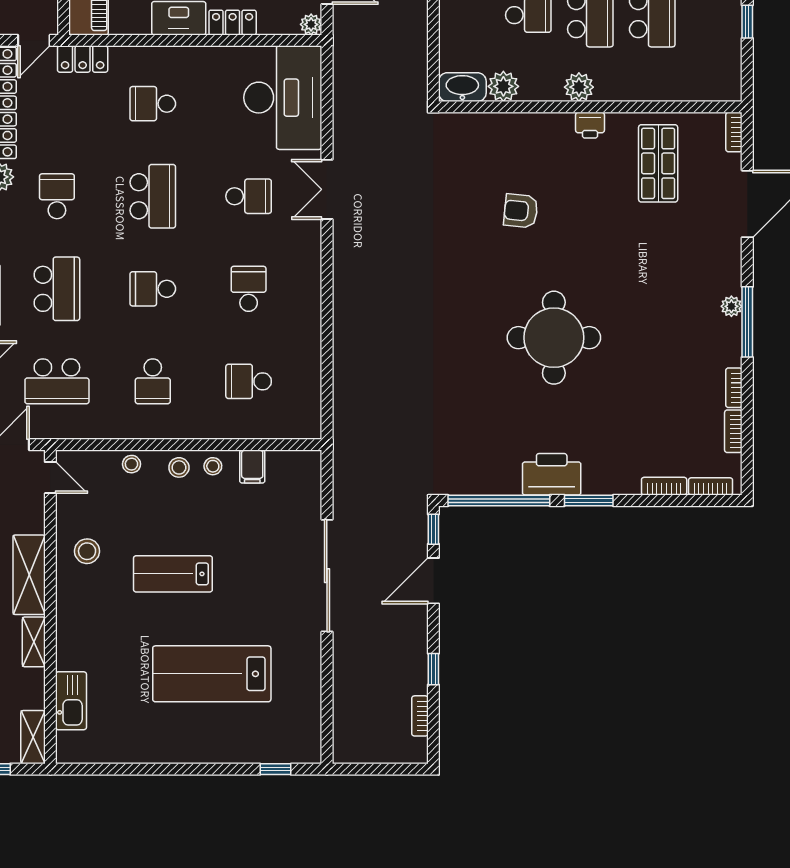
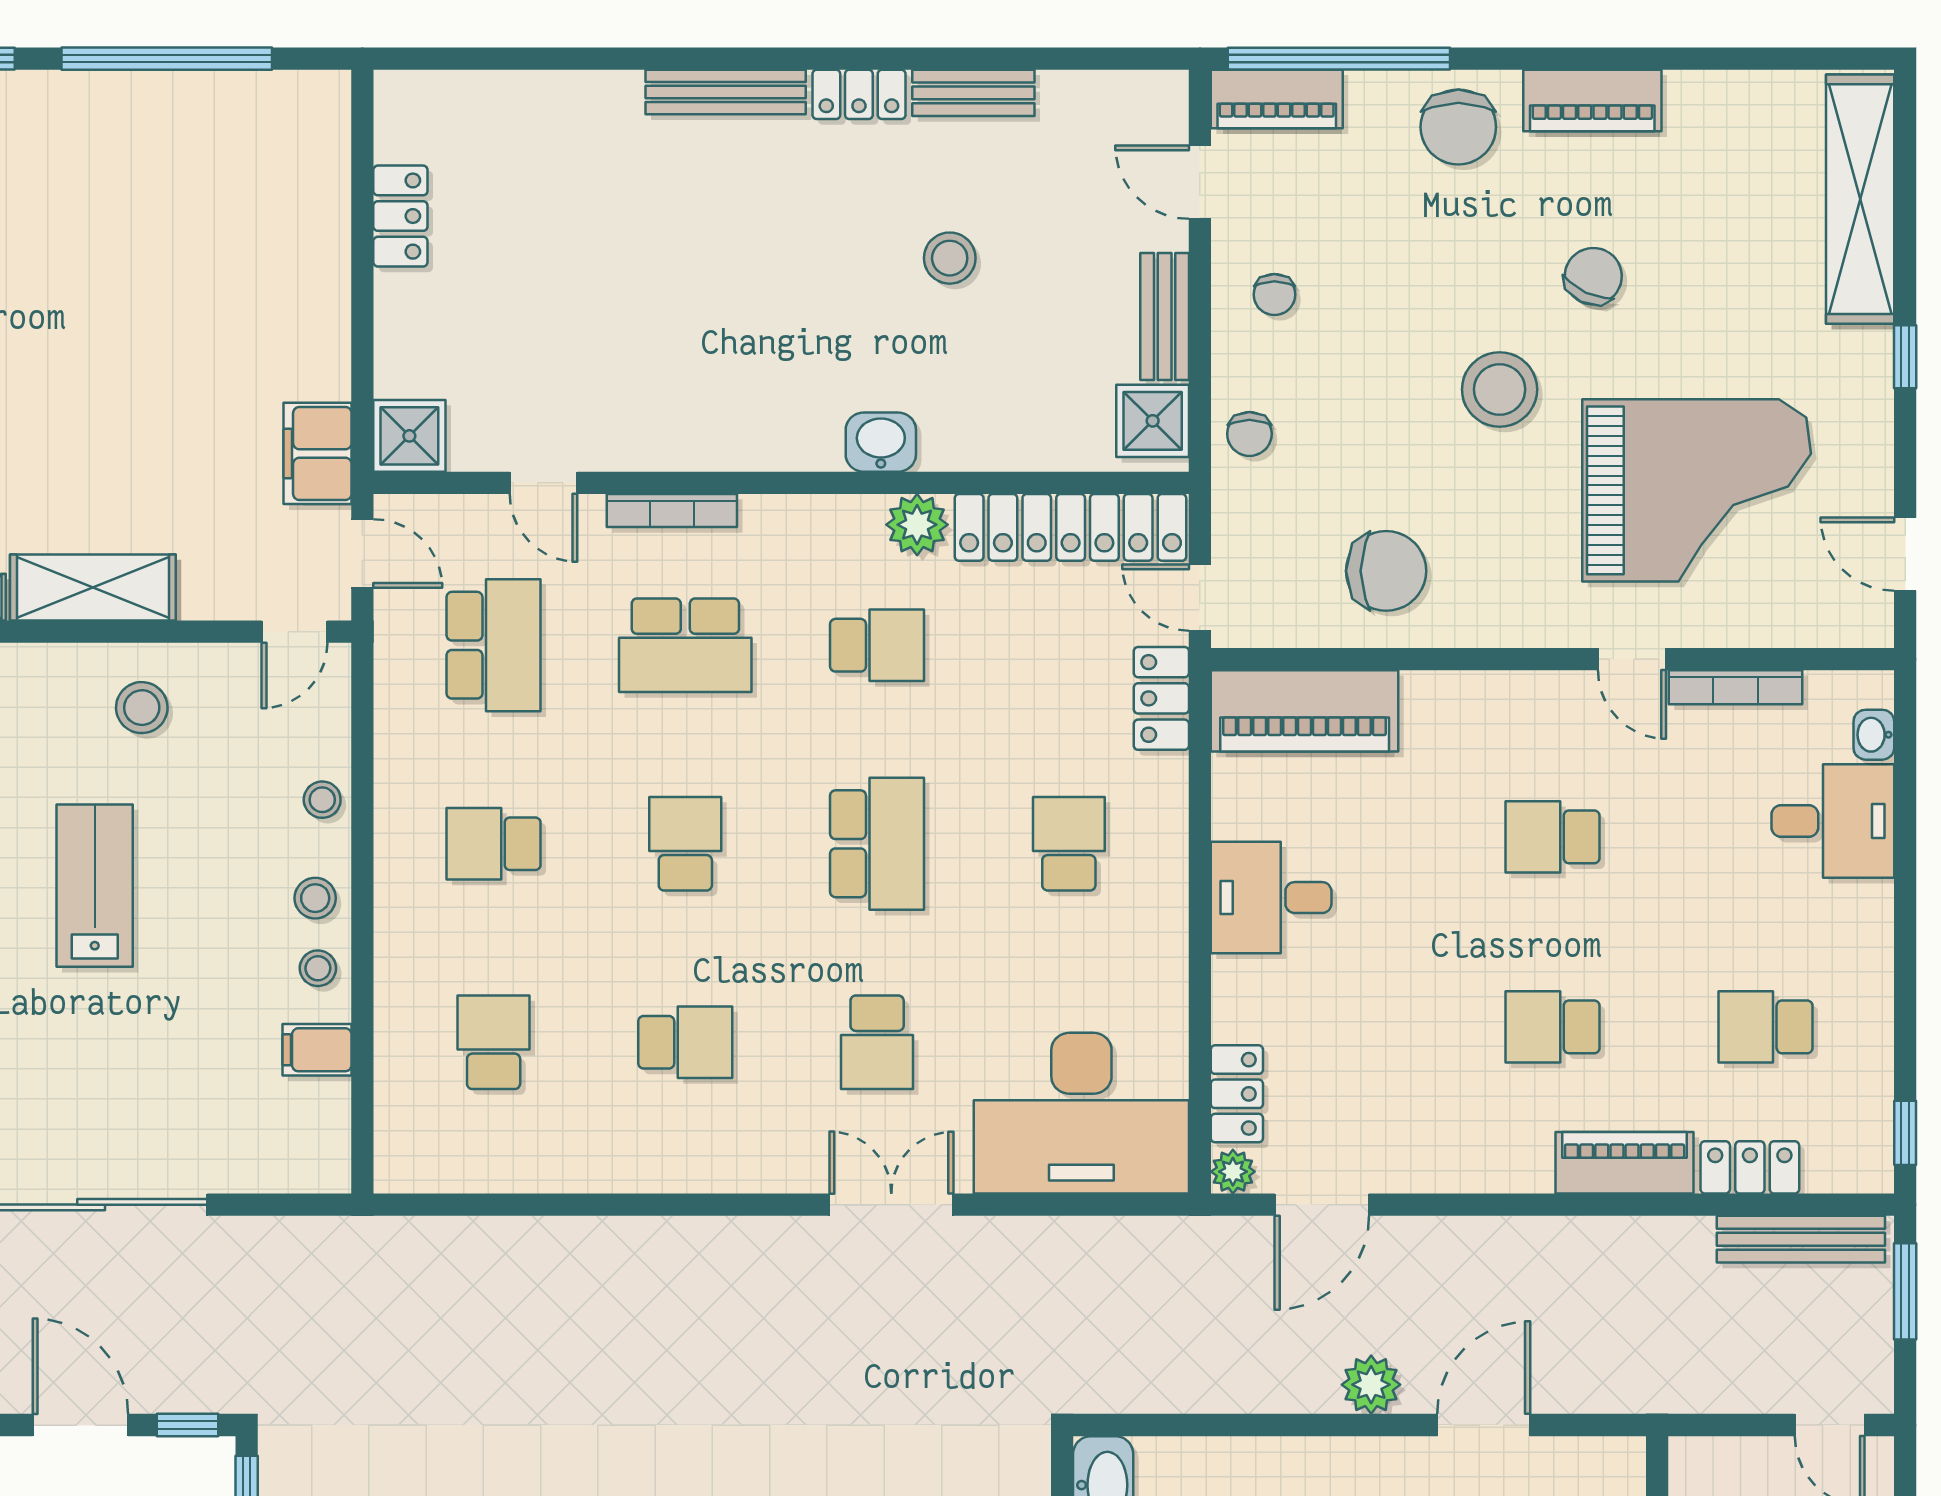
locker: (233, 23) -> (1237, 1094), moved
school desk: (153, 196) -> (877, 844), turned -90
school desk: (57, 381) -> (494, 645), turned 180

